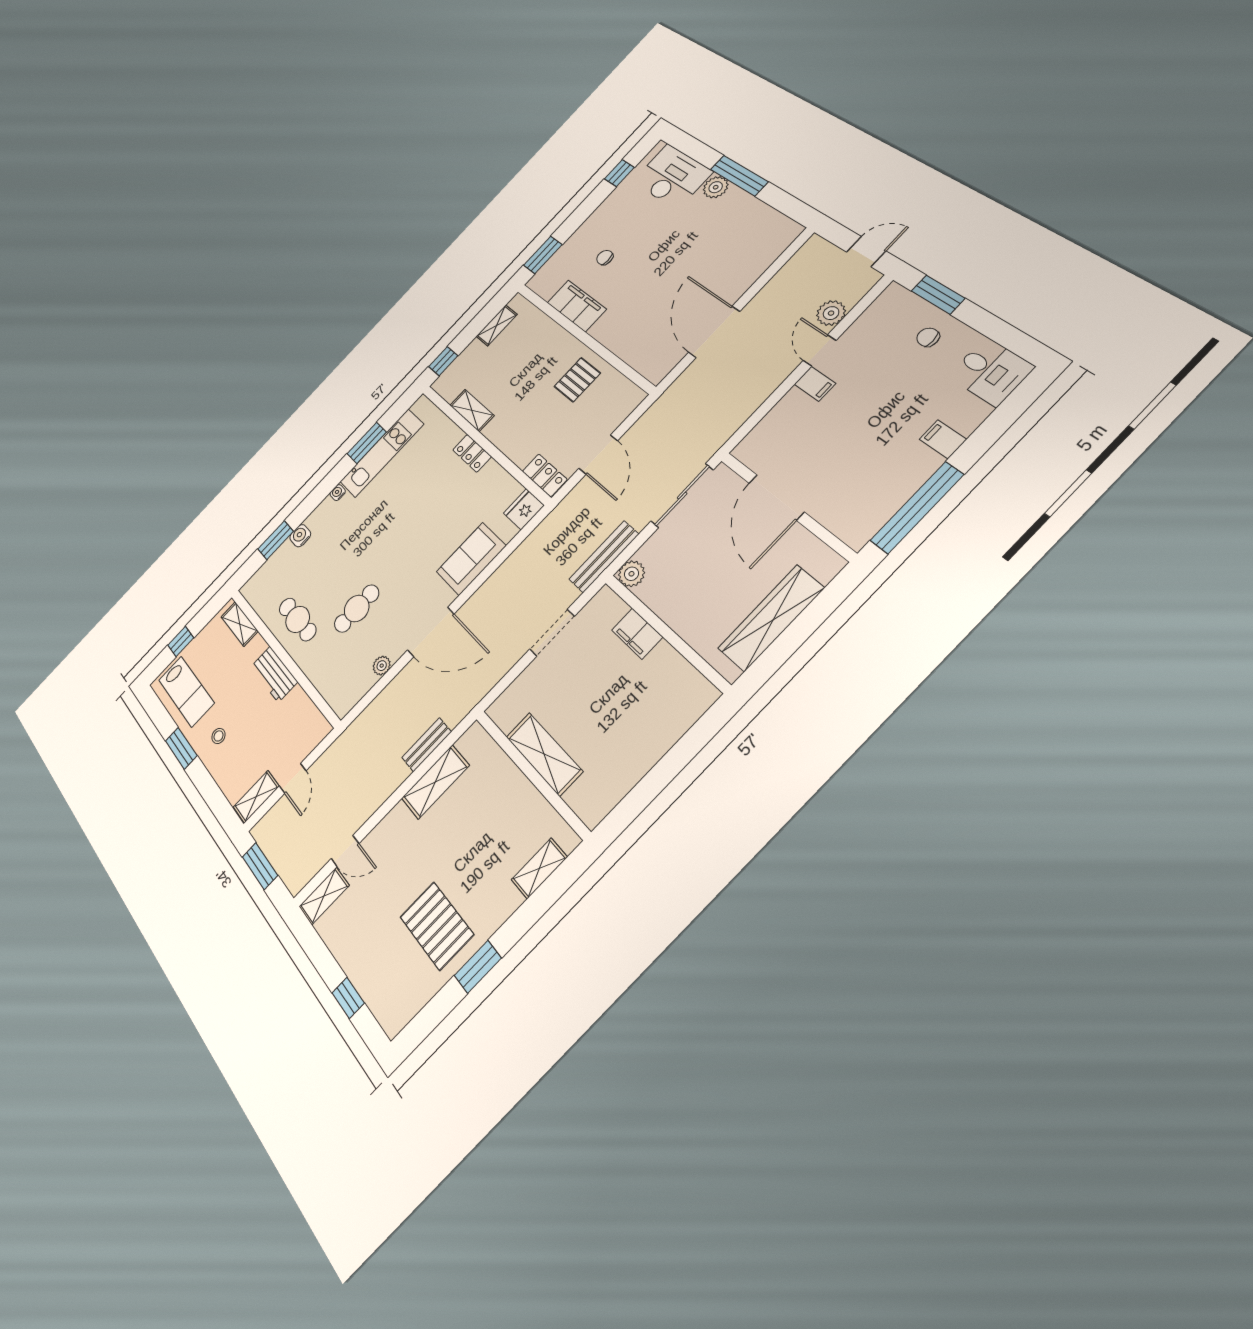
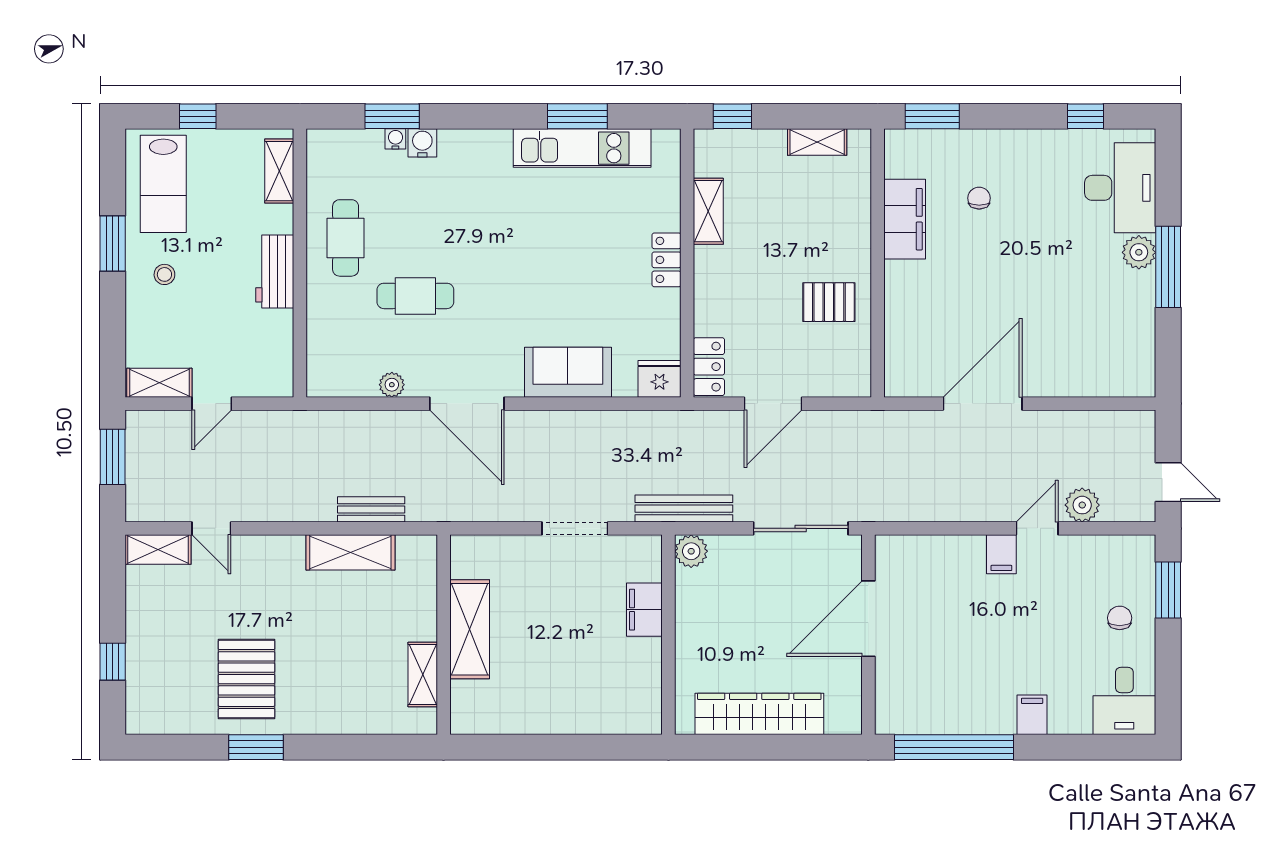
water cooler: (338, 493) -> (395, 139), moved
shelving: (539, 868) -> (423, 675), moved, turned 90

